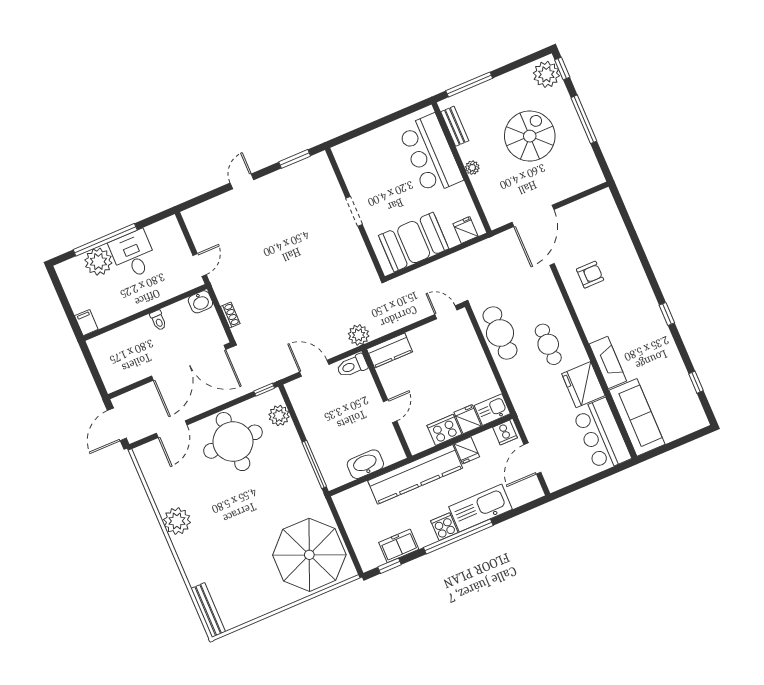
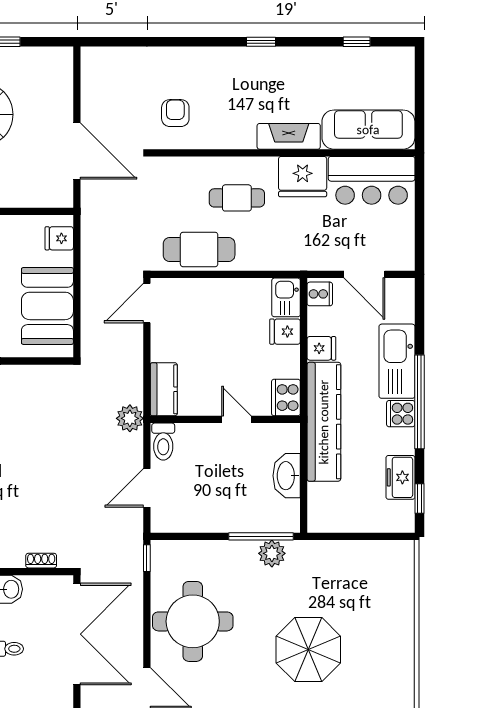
door: (446, 312) -> (147, 303), width x1.38
plant: (279, 416) -> (272, 553), moved
cooker: (444, 430) -> (286, 398), moved
parasol: (309, 555) -> (308, 650), moved, width x0.73, depth x0.73

